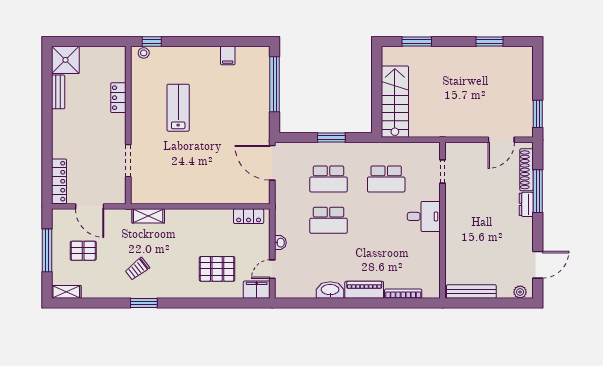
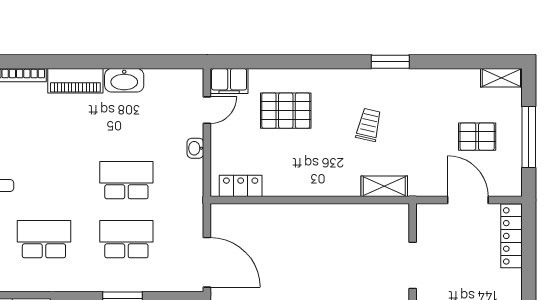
trolley: (137, 269) -> (369, 125), moved, turned -39

